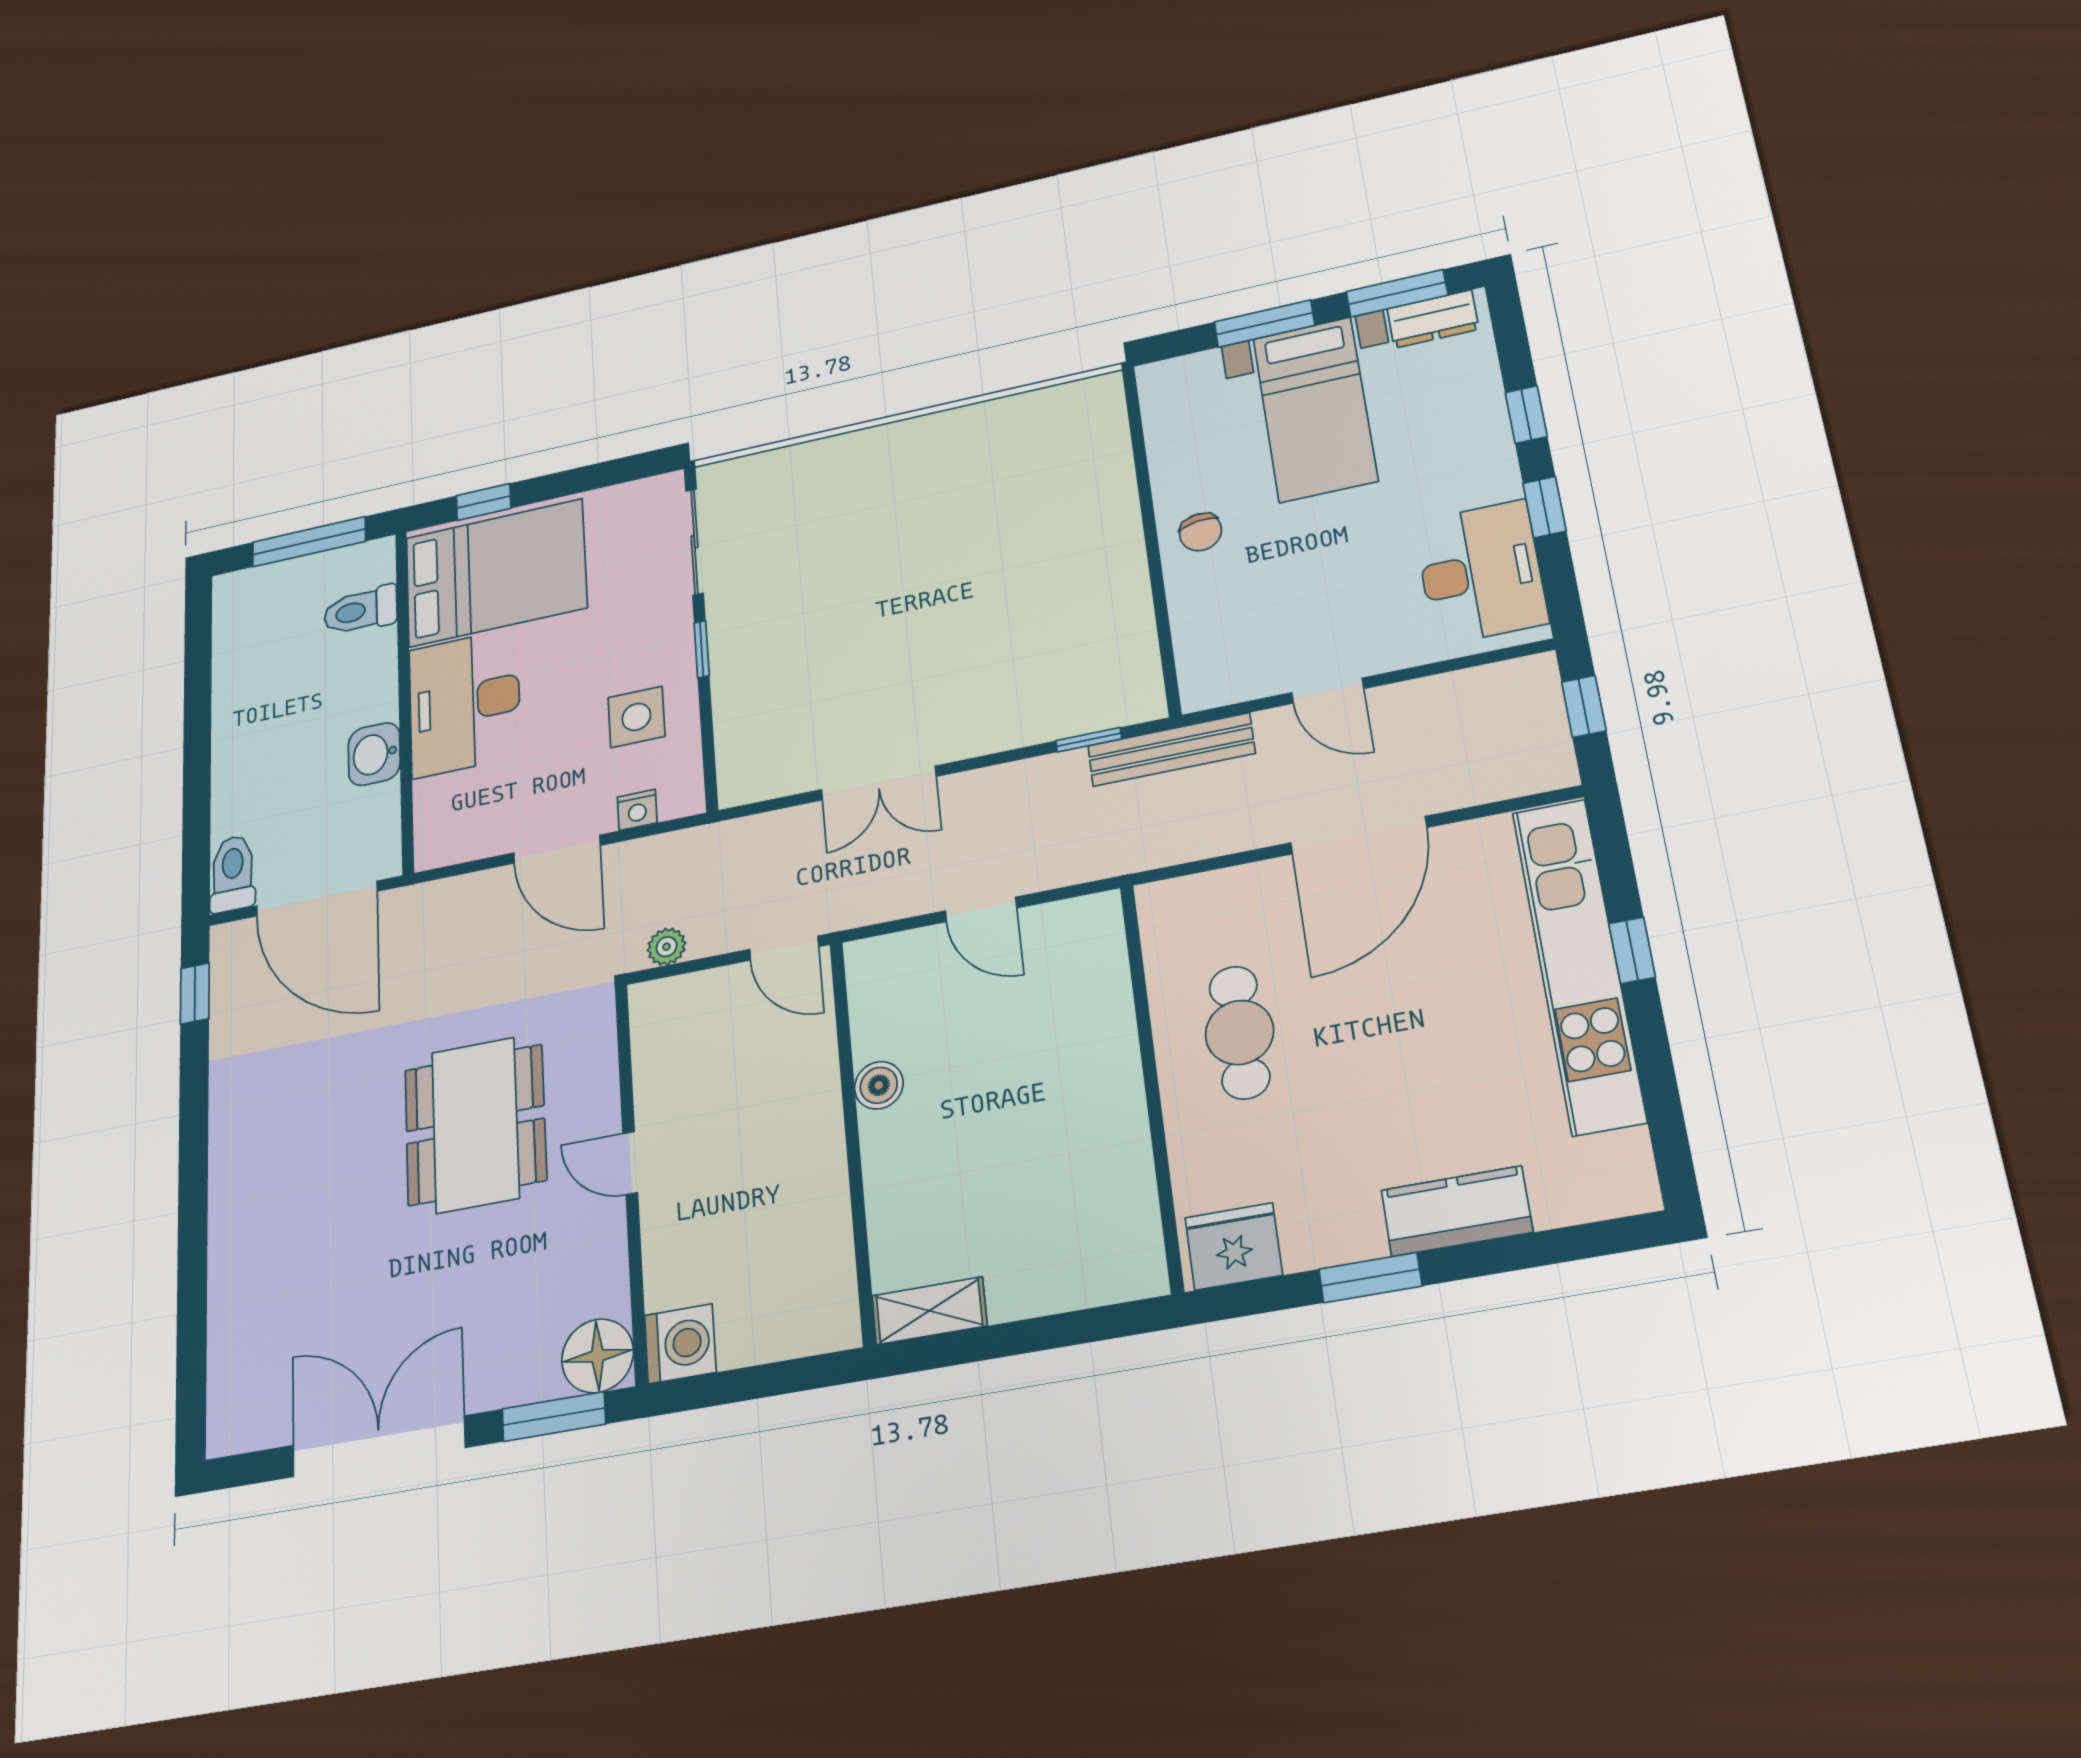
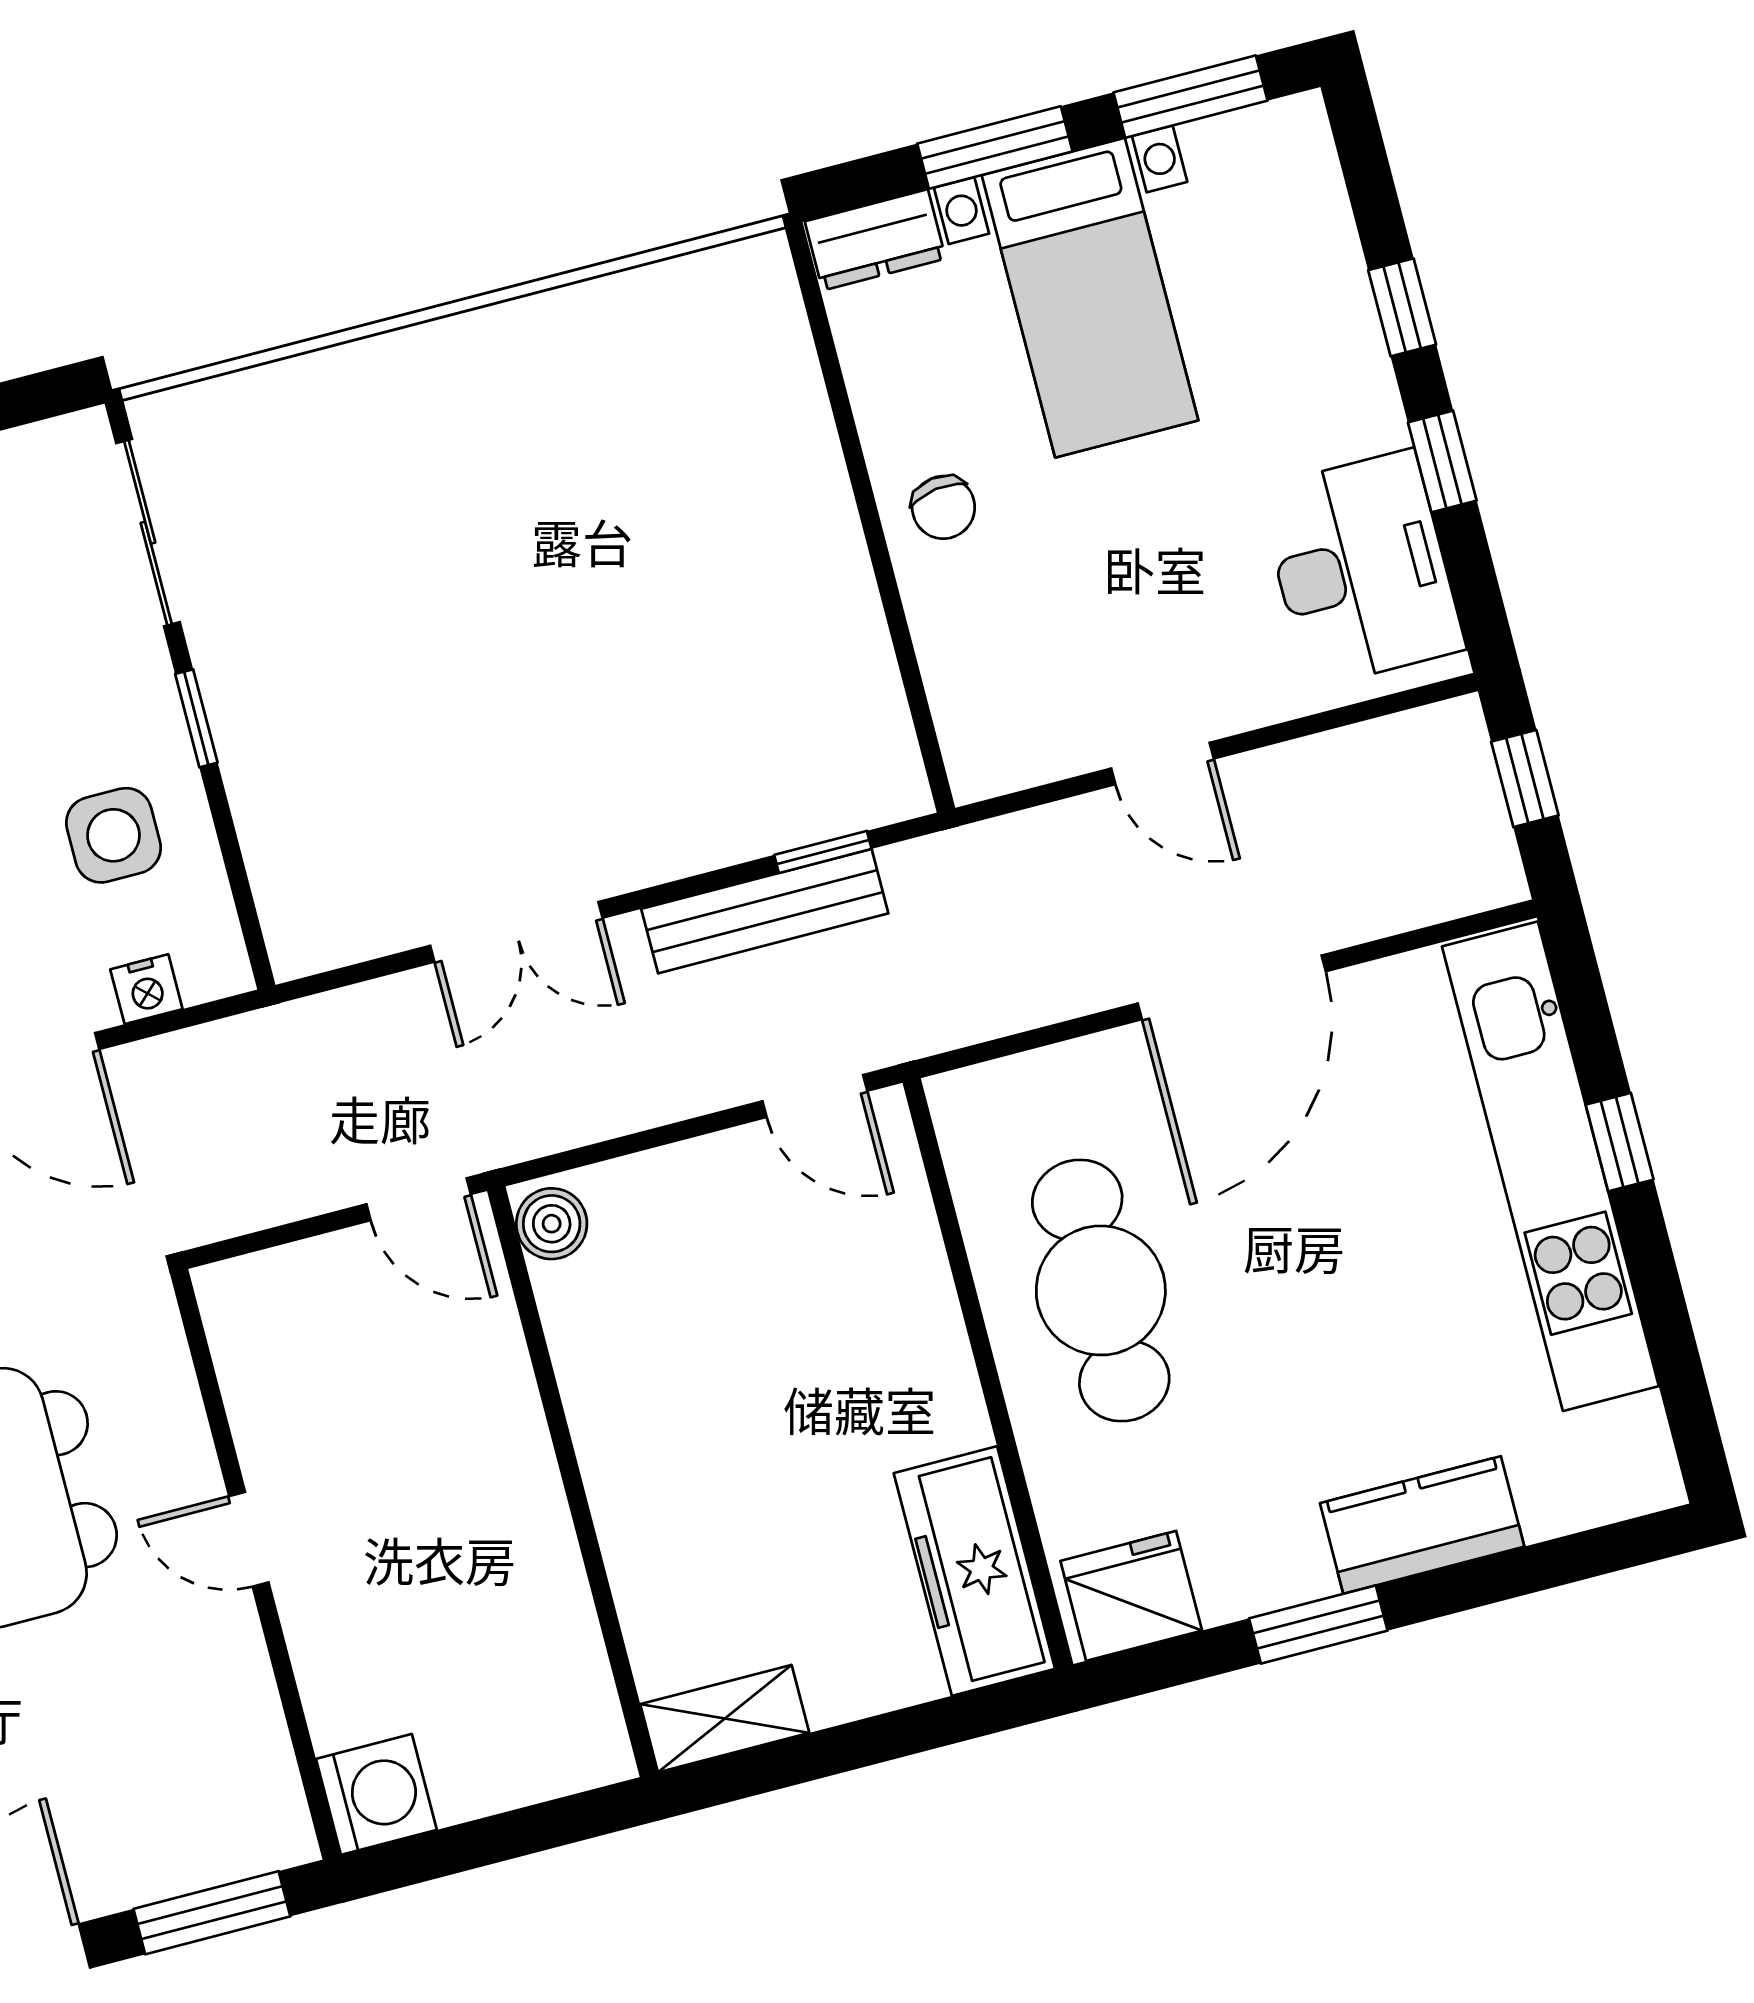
dresser: (1433, 319) -> (875, 240), moved
bench: (1171, 750) -> (765, 911), moved
door: (981, 909) -> (815, 1096), moved
plant: (667, 947) -> (237, 1206), removed
cafe table: (1240, 1032) -> (1101, 1290), width x1.37, depth x1.35
boiler: (879, 1085) -> (552, 1224), moved
freezer: (1122, 1220) -> (974, 1571), added
floor lamp: (598, 1356) -> (258, 1822), removed

